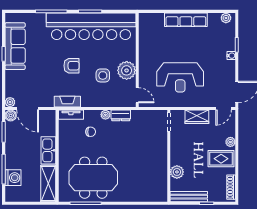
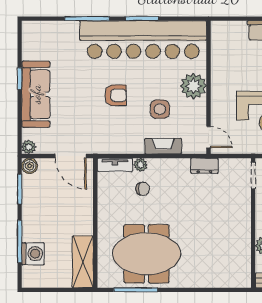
sofa: (15, 46) -> (36, 94), moved
plant: (127, 70) -> (193, 86), moved
fireplace: (67, 102) -> (163, 146), moved
door: (28, 109) -> (71, 156), moved
plant: (105, 115) -> (141, 165), moved
dresser: (121, 115) -> (204, 166), moved
kitchen sink: (48, 150) -> (83, 215), removed

